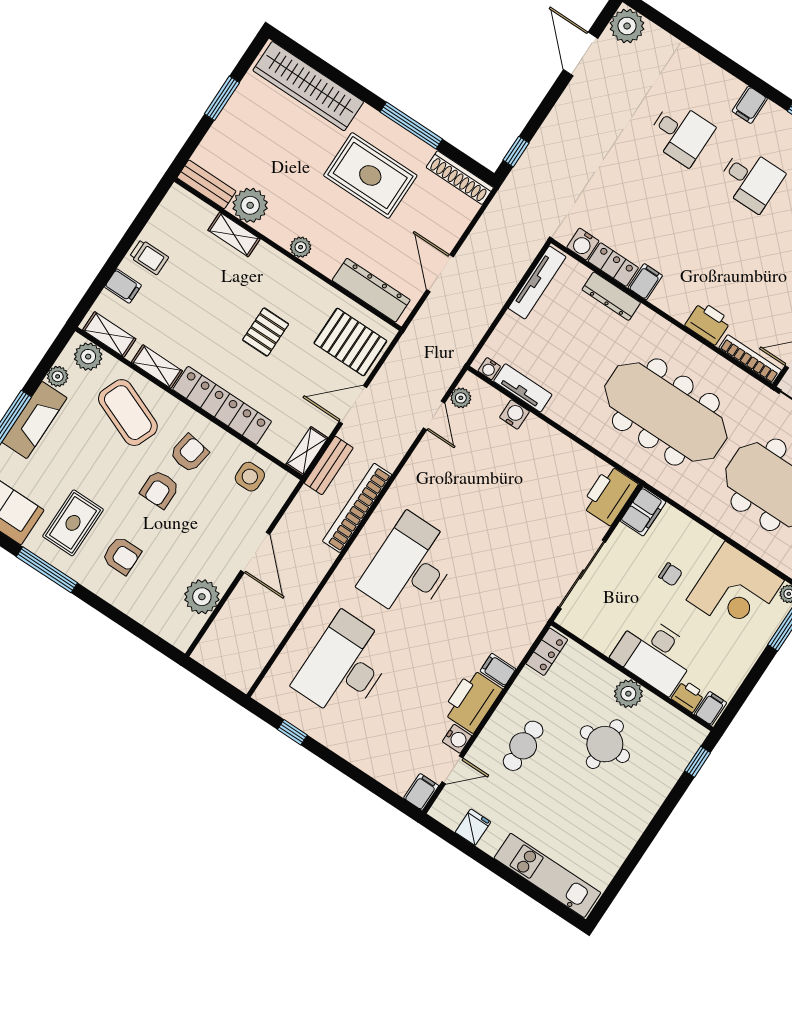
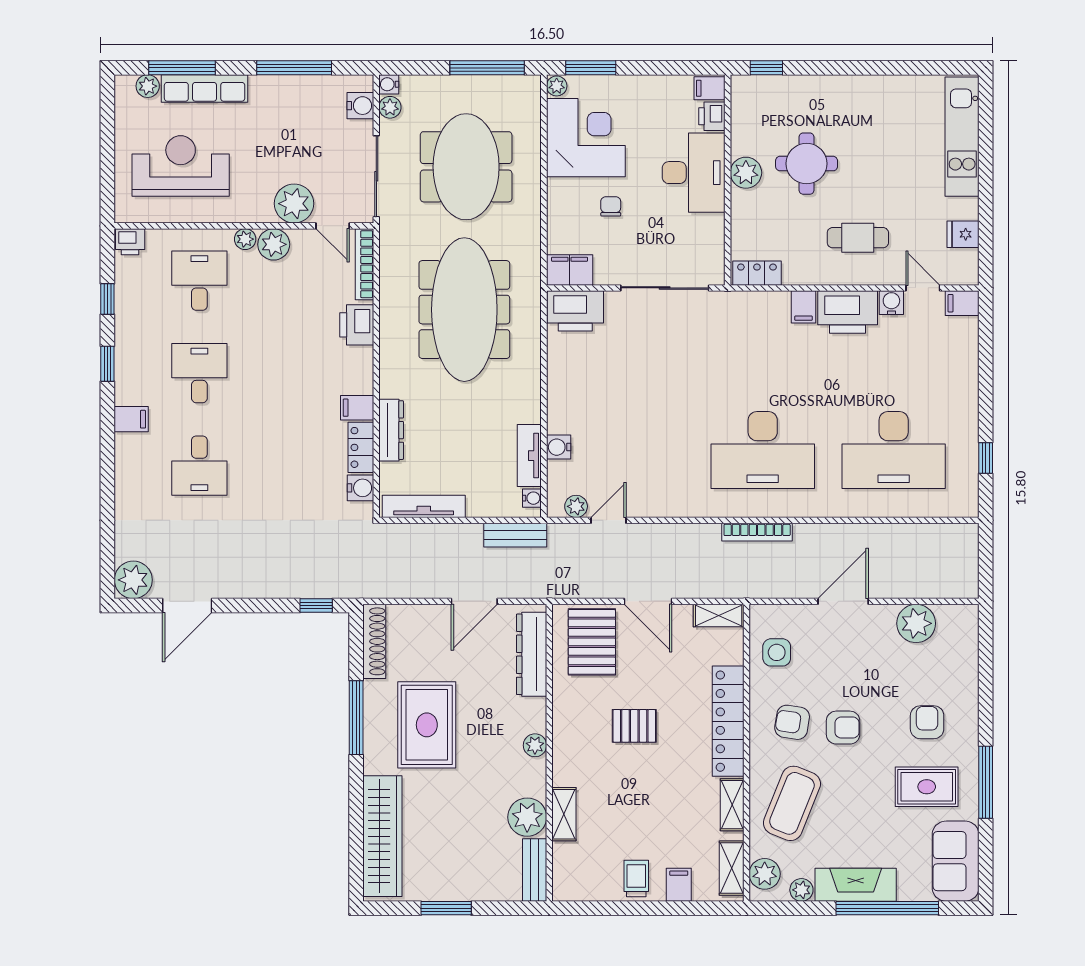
desk: (680, 133) -> (199, 466), turned 180
bench: (329, 465) -> (515, 535), moved
bookcase: (357, 508) -> (757, 532), width x0.68, depth x0.76

